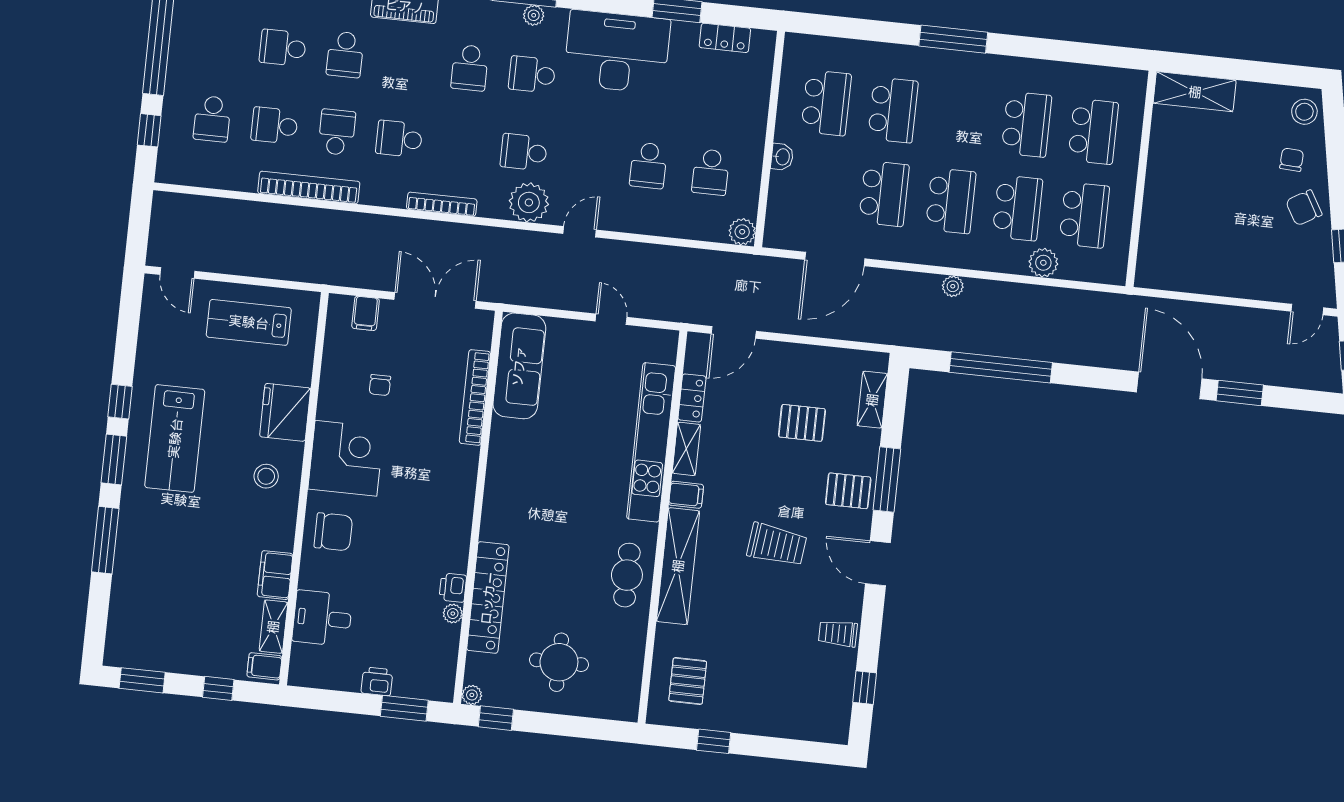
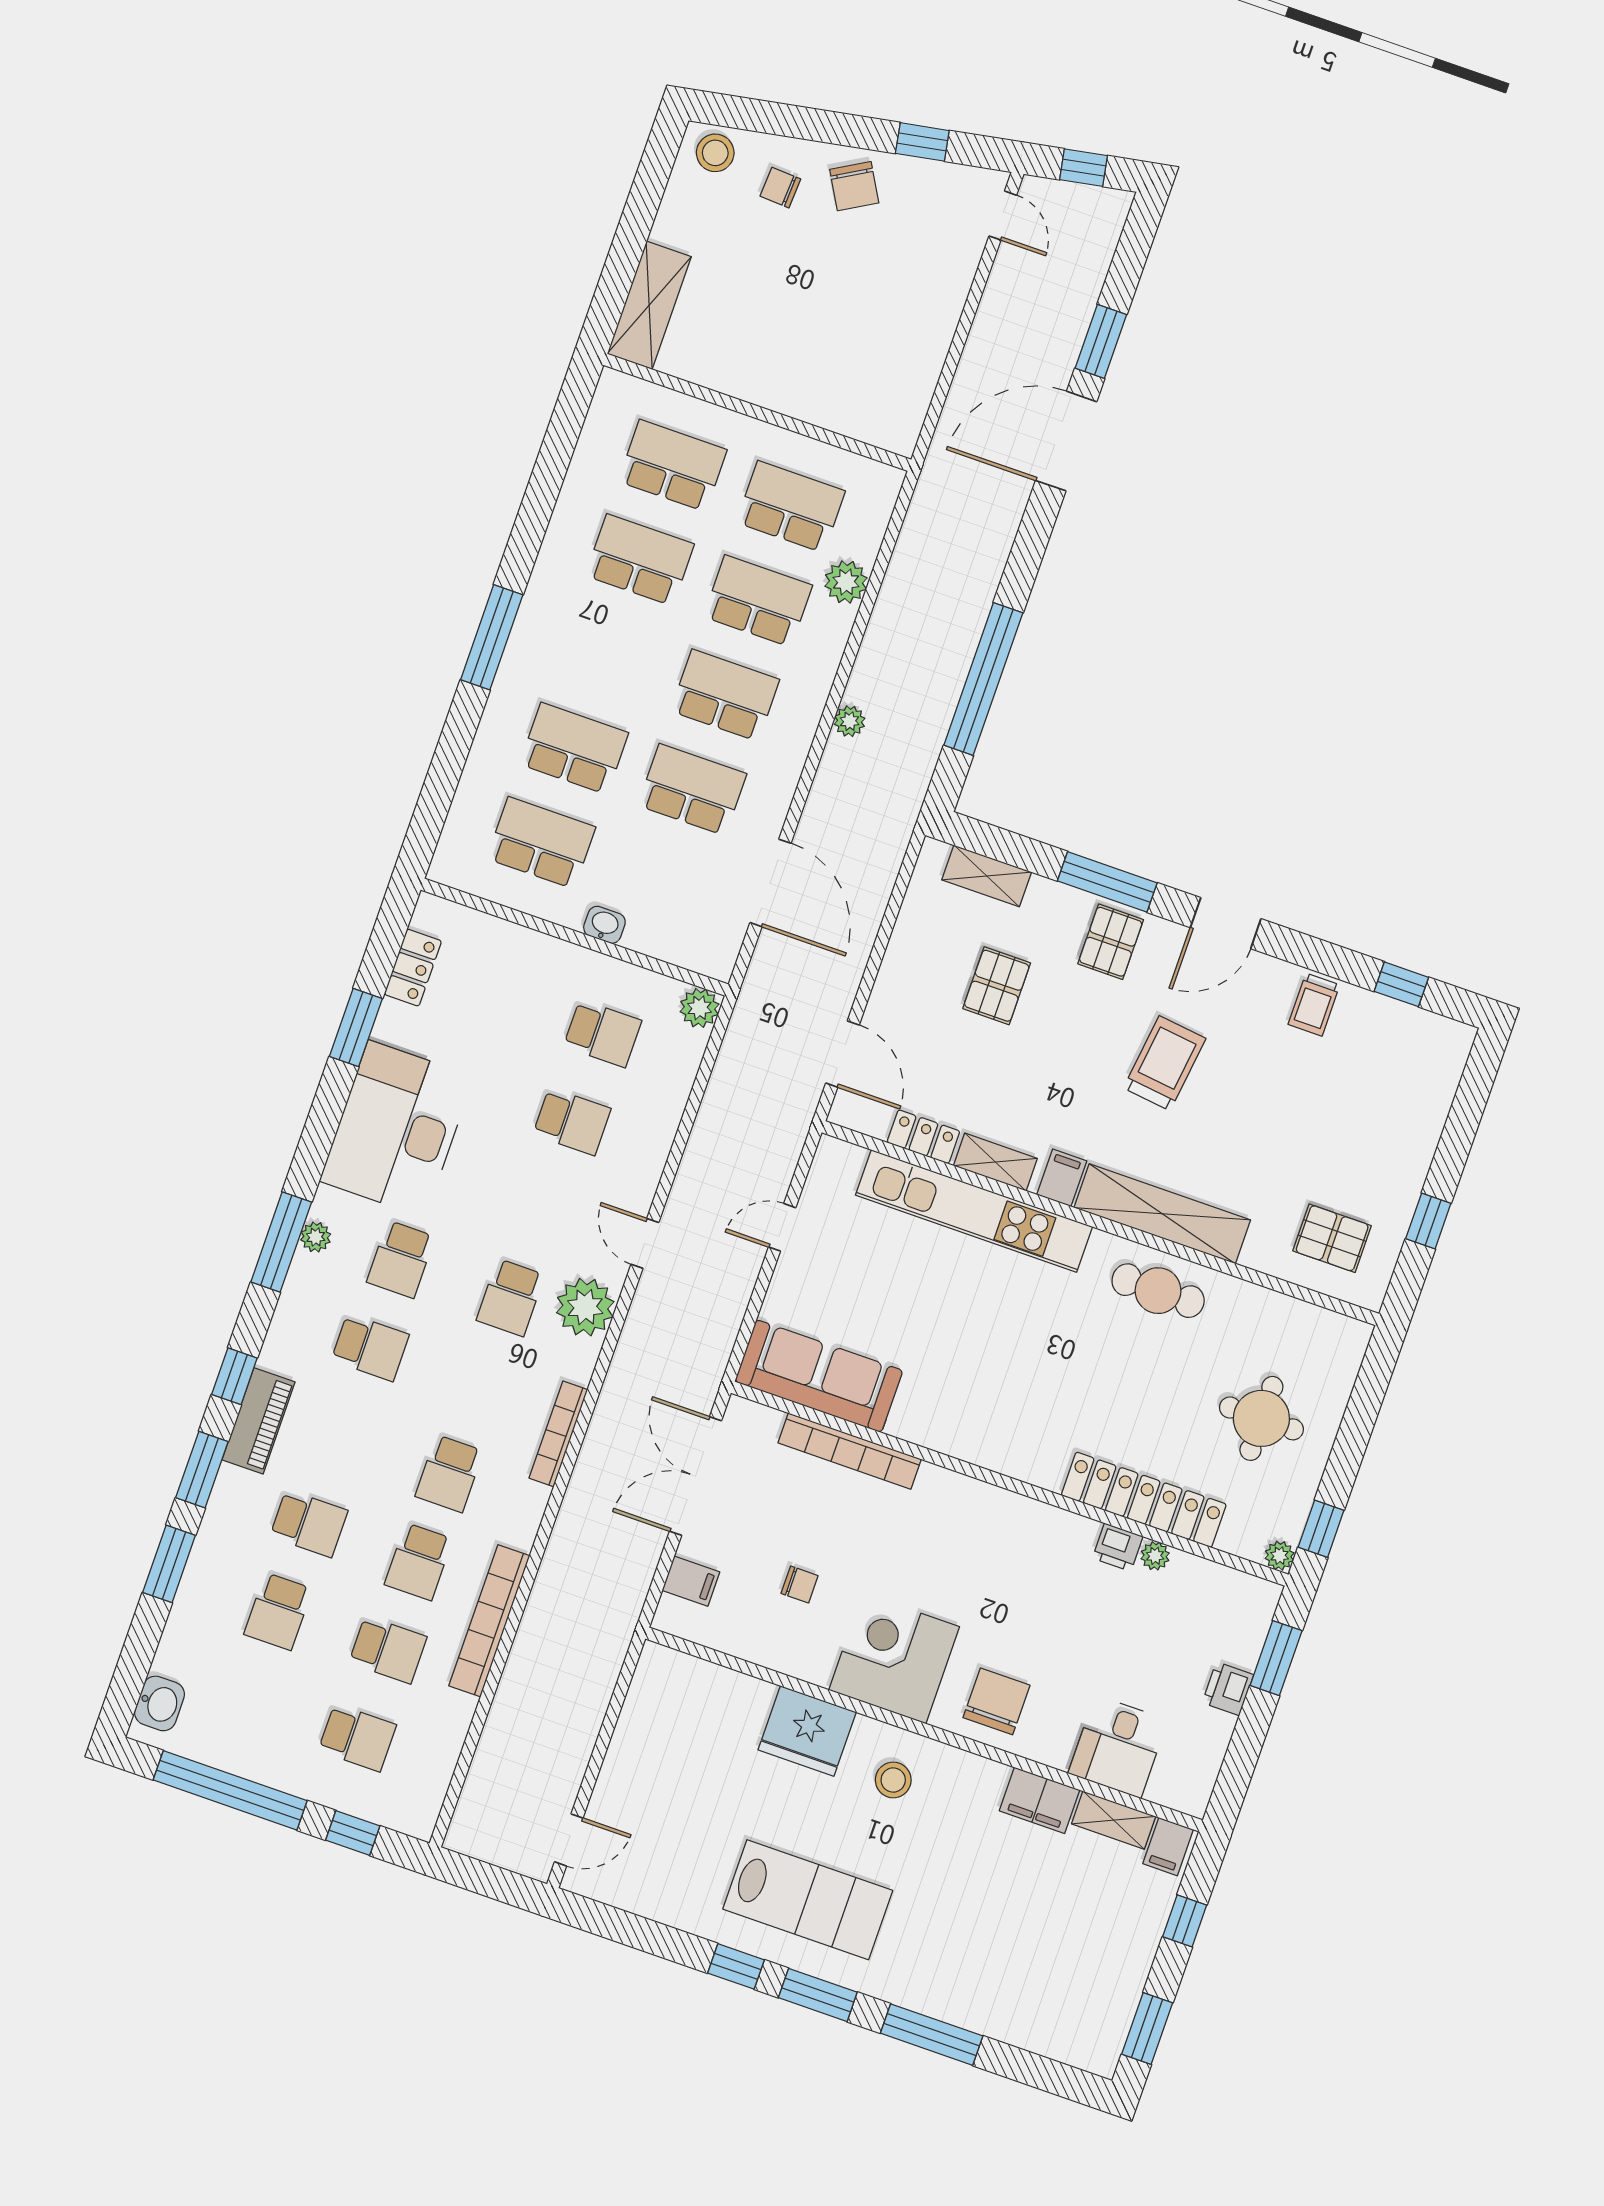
school desk: (274, 125) -> (388, 1650), turned -90
school desk: (337, 132) -> (419, 1562), turned -90
lab bench: (249, 322) -> (665, 1753), removed

